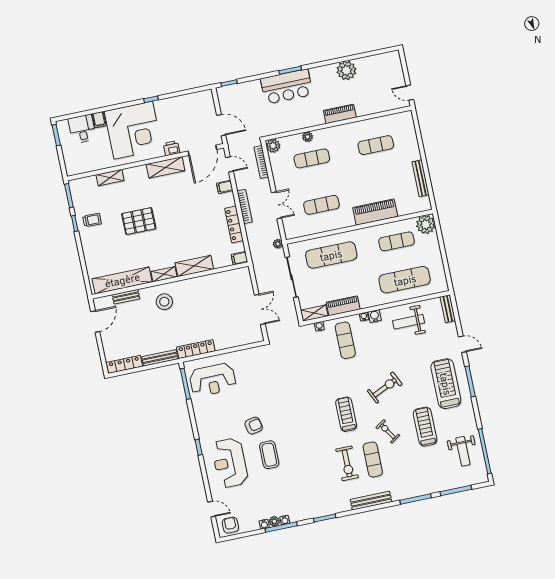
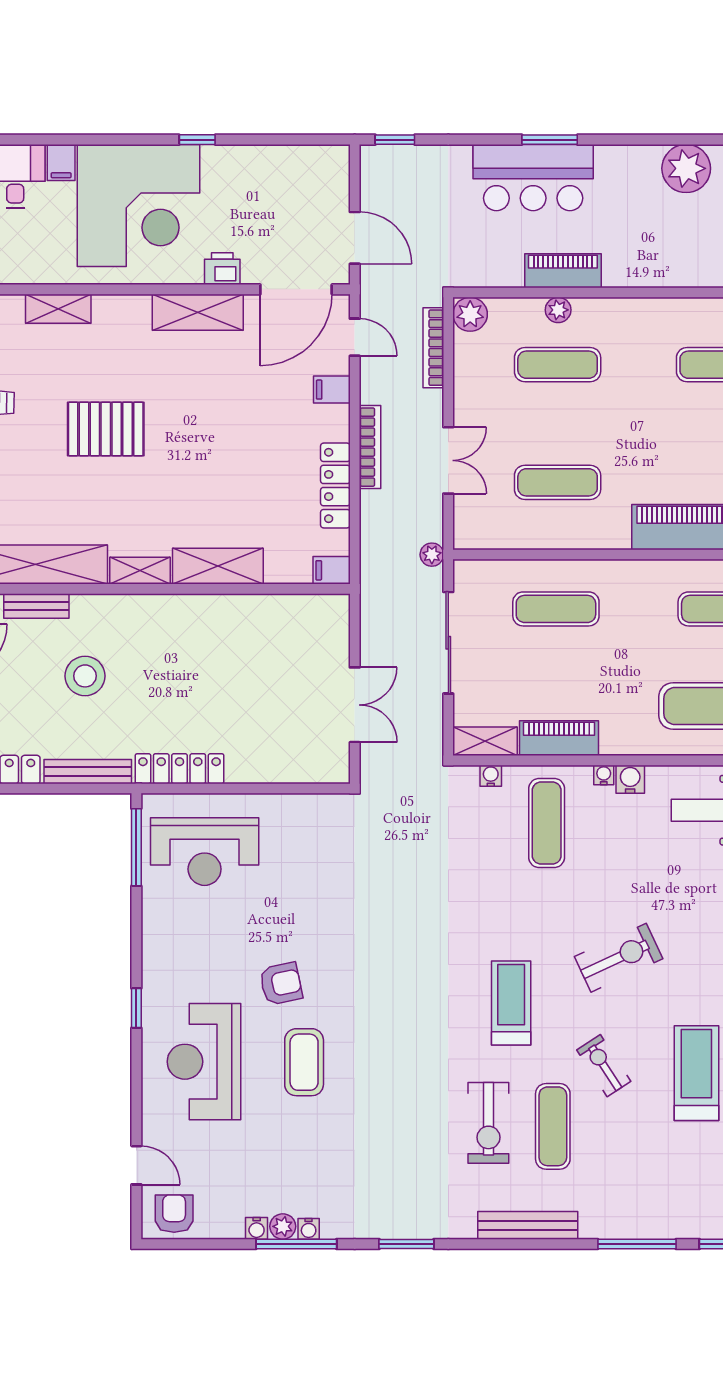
piano: (340, 114) -> (563, 271), moved
exercise mat: (331, 255) -> (556, 609), width x0.73, depth x0.69
stool: (164, 302) -> (85, 676), moved

